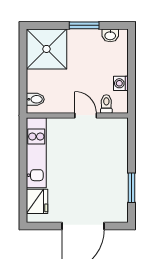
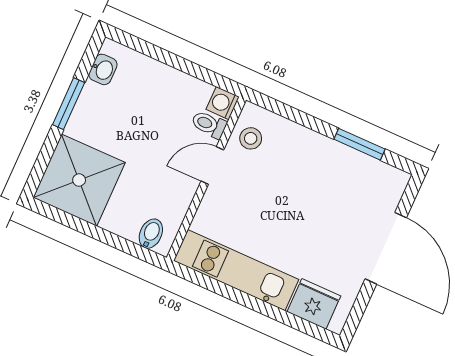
washing machine: (121, 83) -> (223, 103), moved, turned 90
stool: (109, 129) -> (251, 138), added

